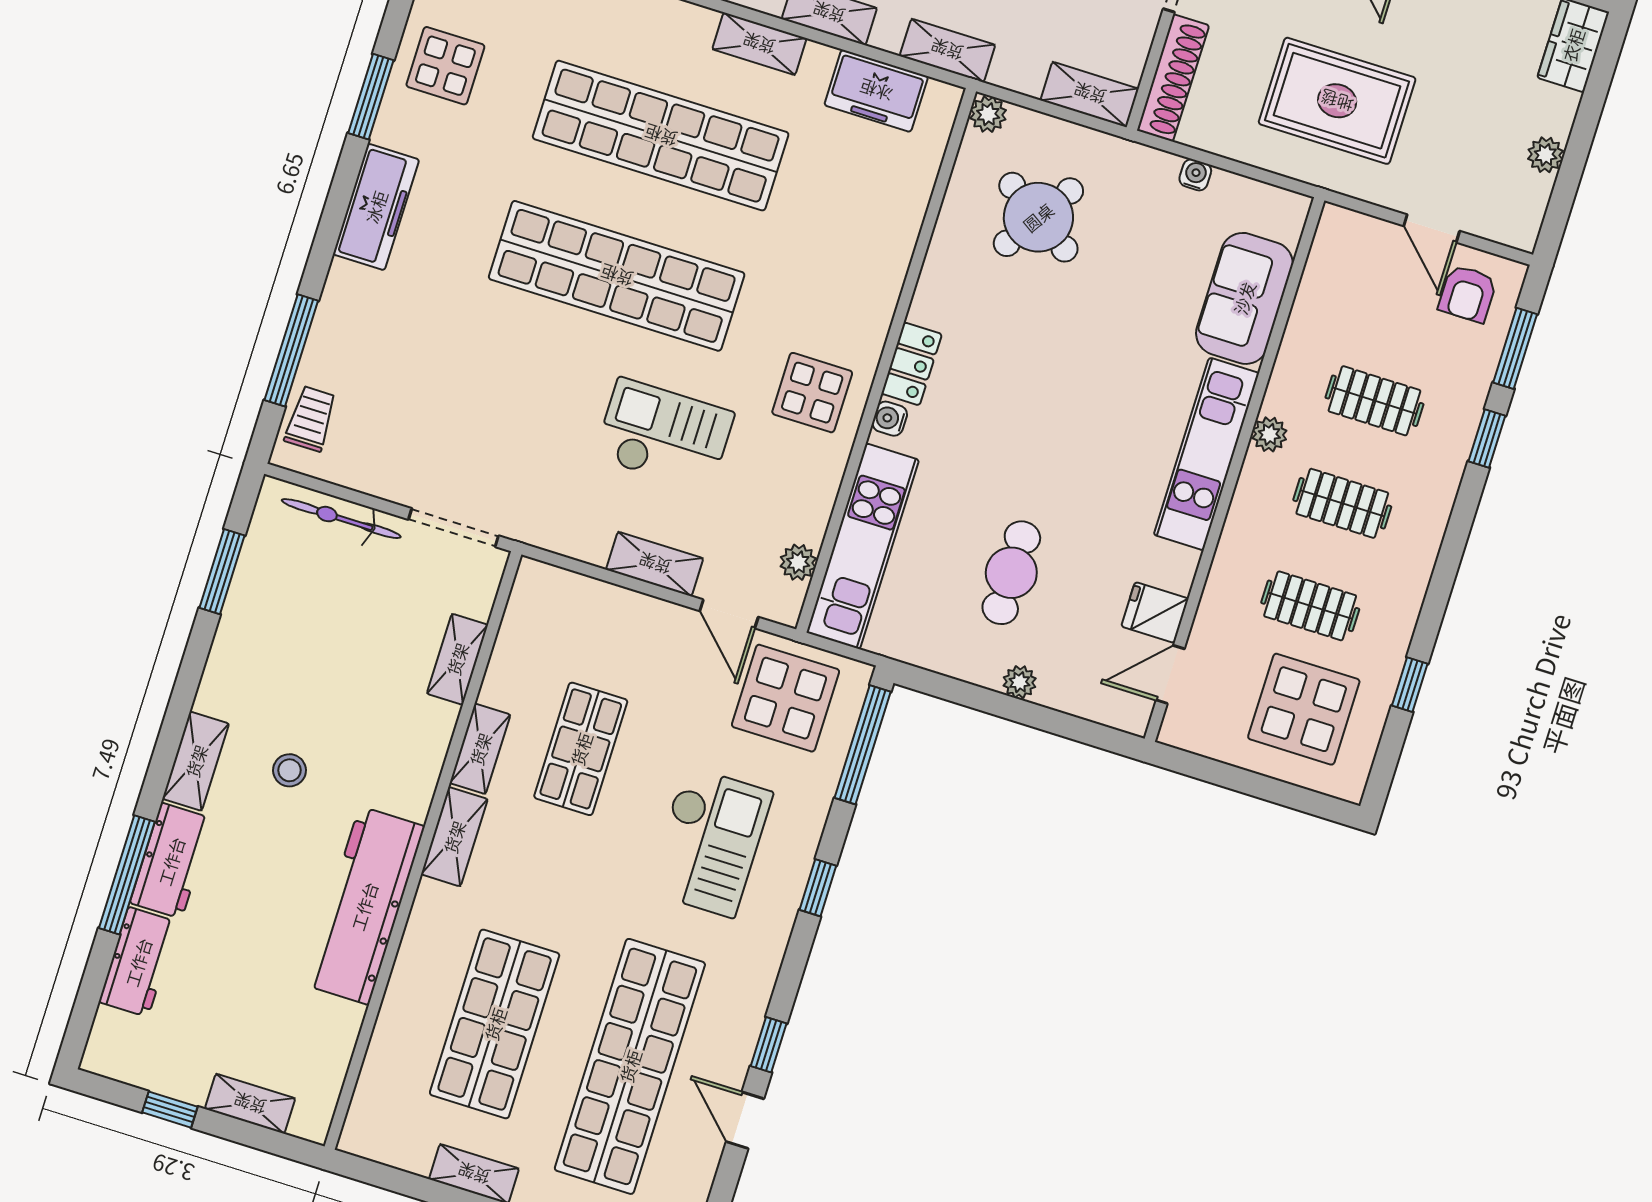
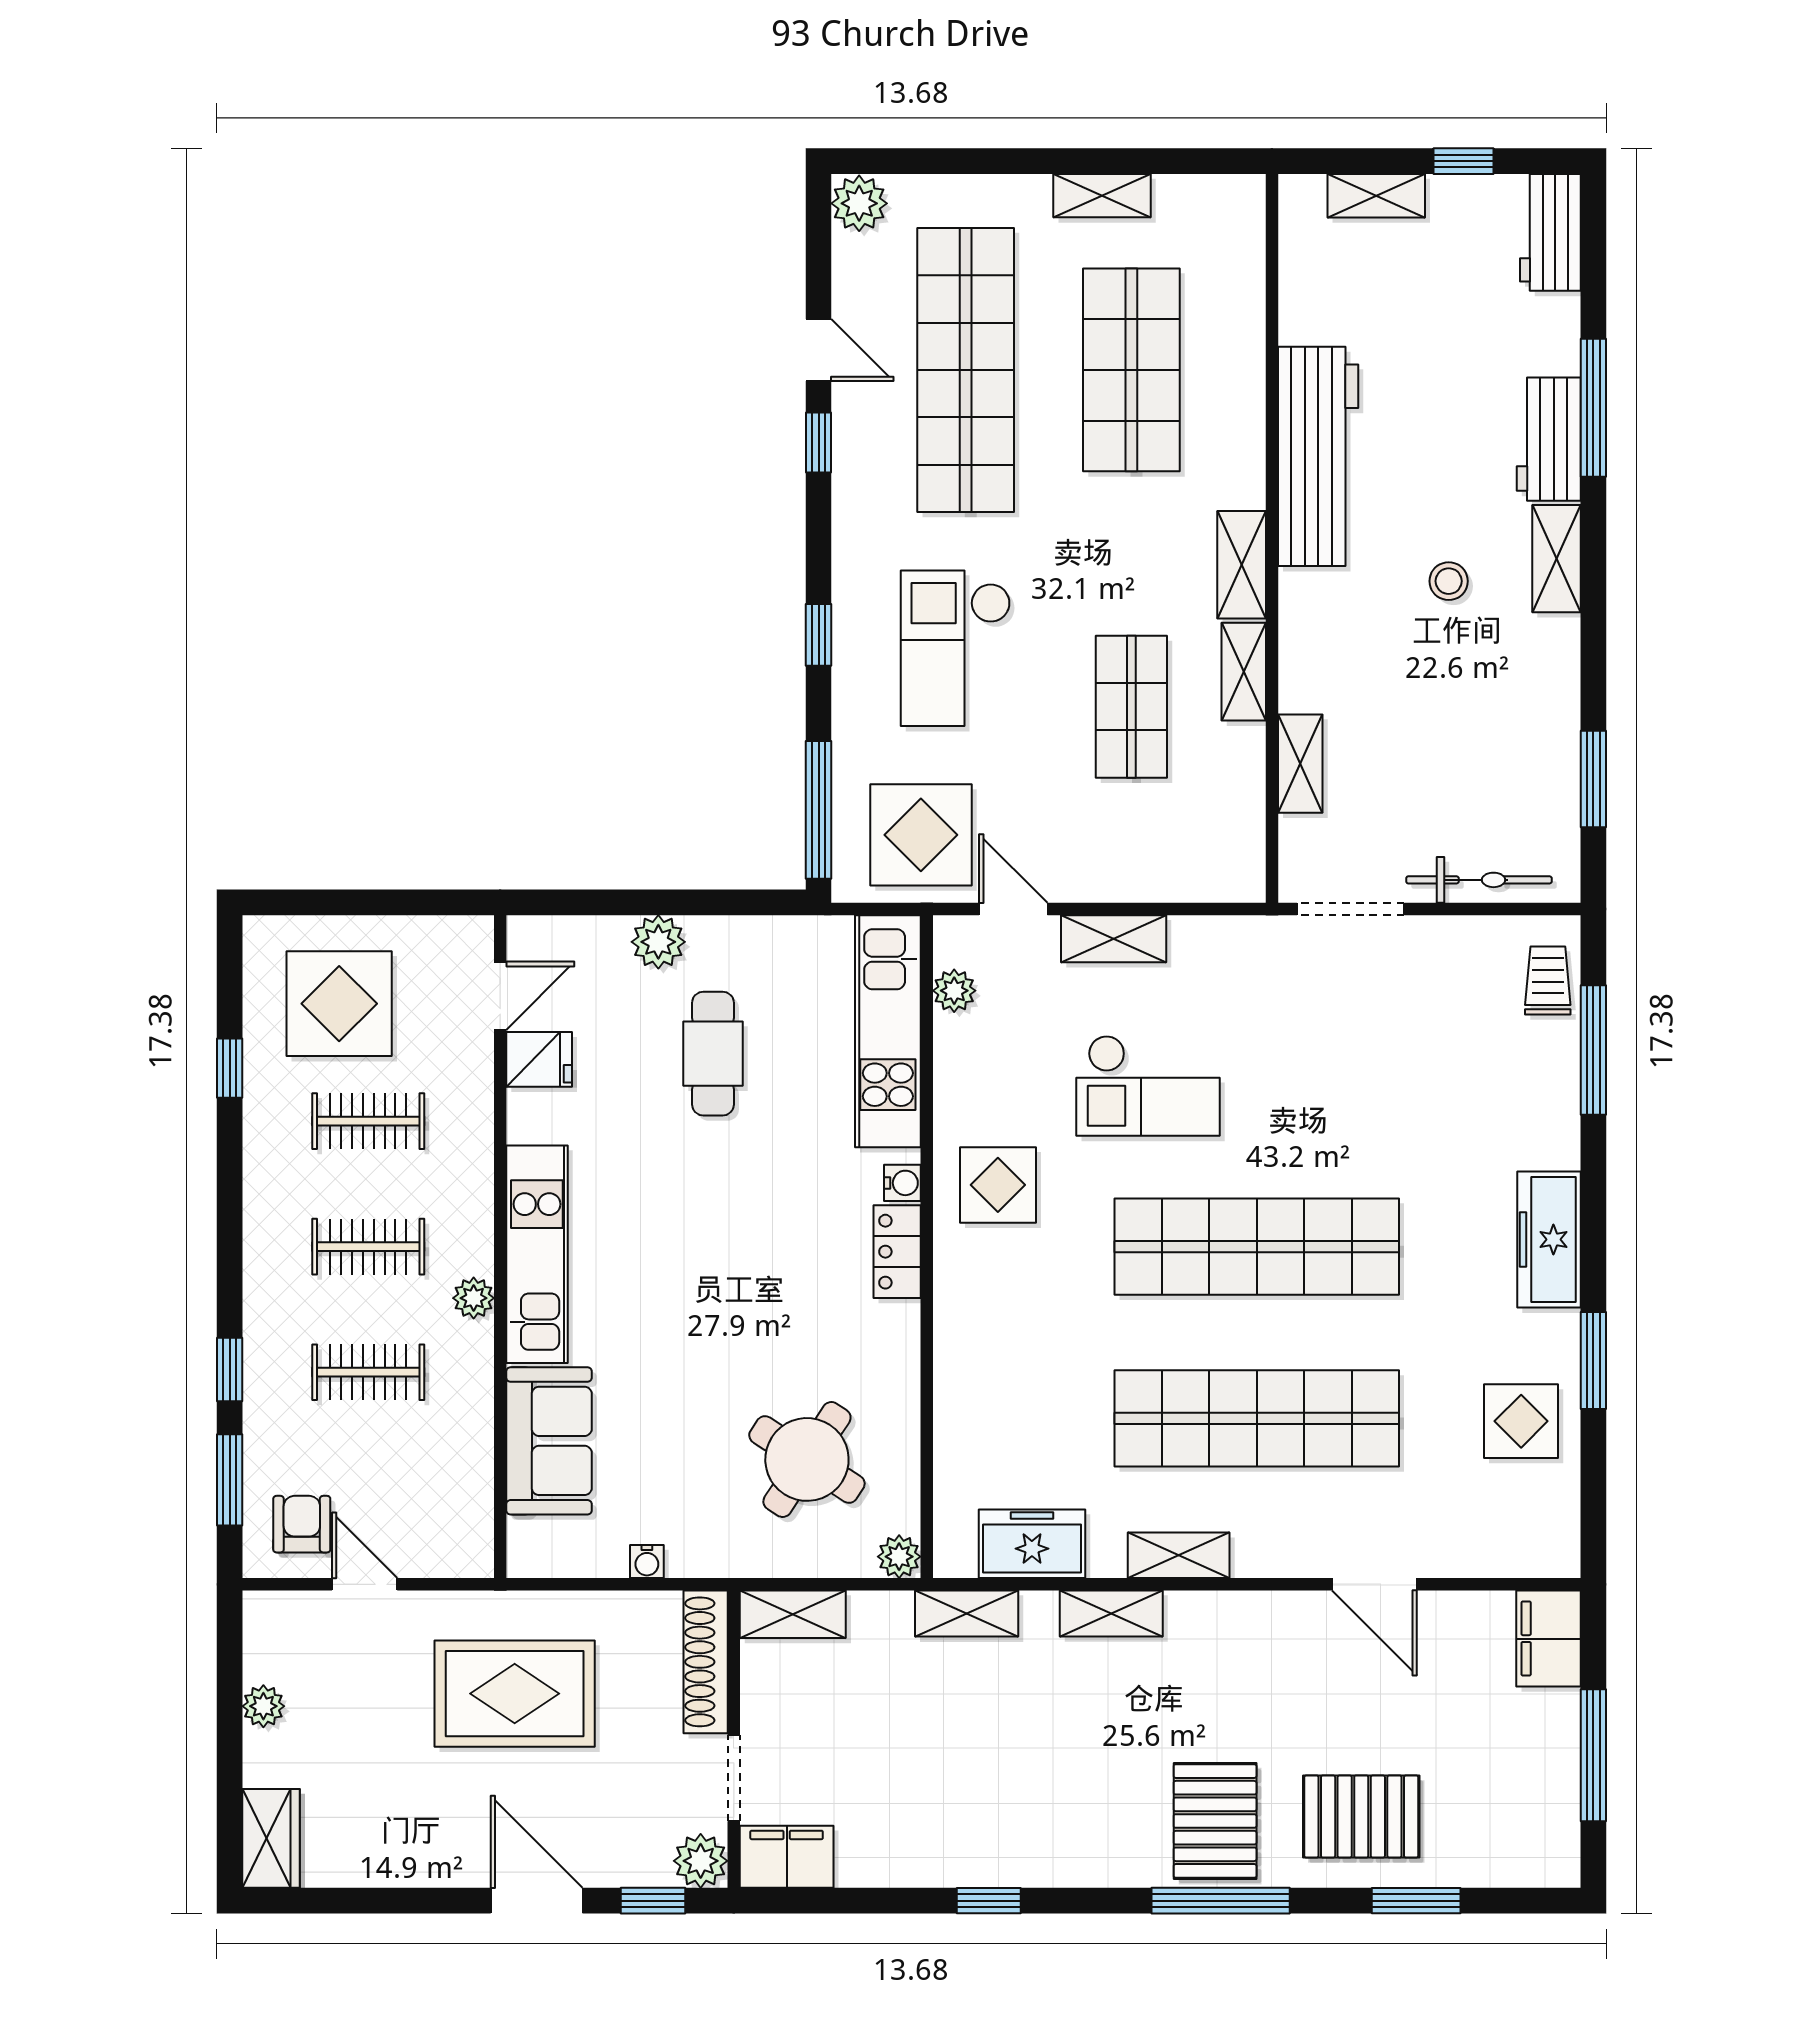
trolley: (311, 419) -> (1548, 980), turned 180
plant: (1020, 682) -> (658, 942), width x1.38, depth x1.38
workbench: (138, 962) -> (1550, 232), moved

